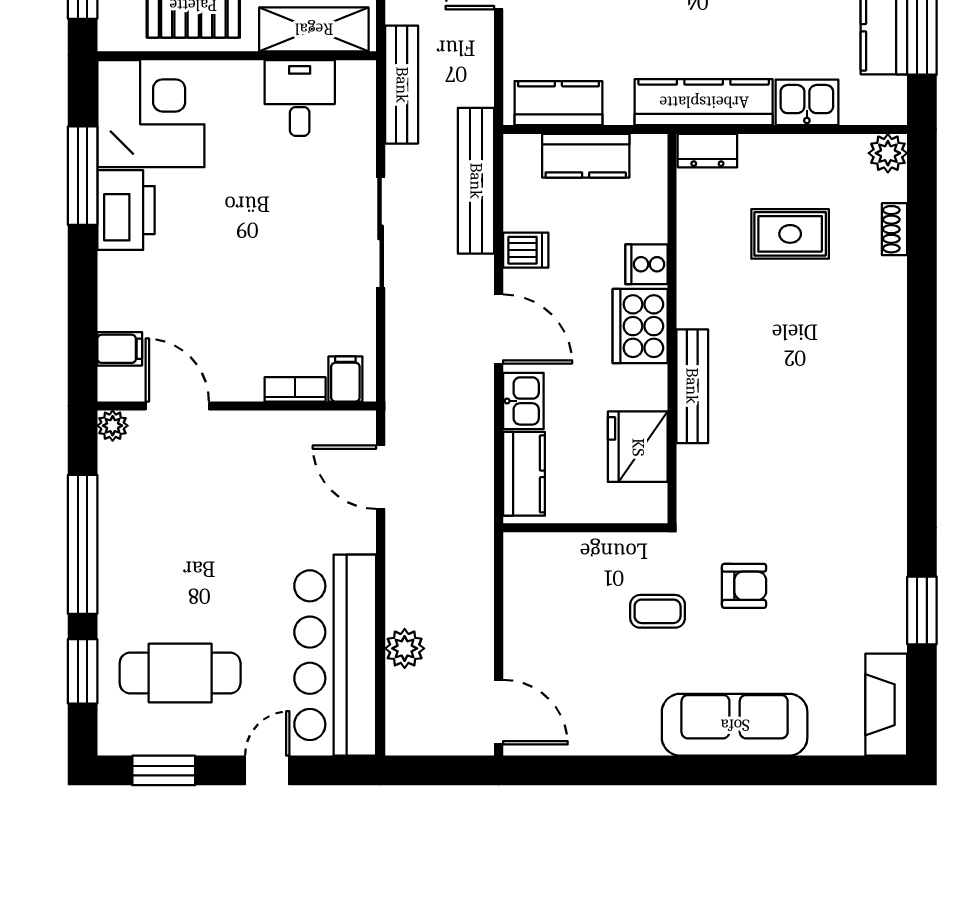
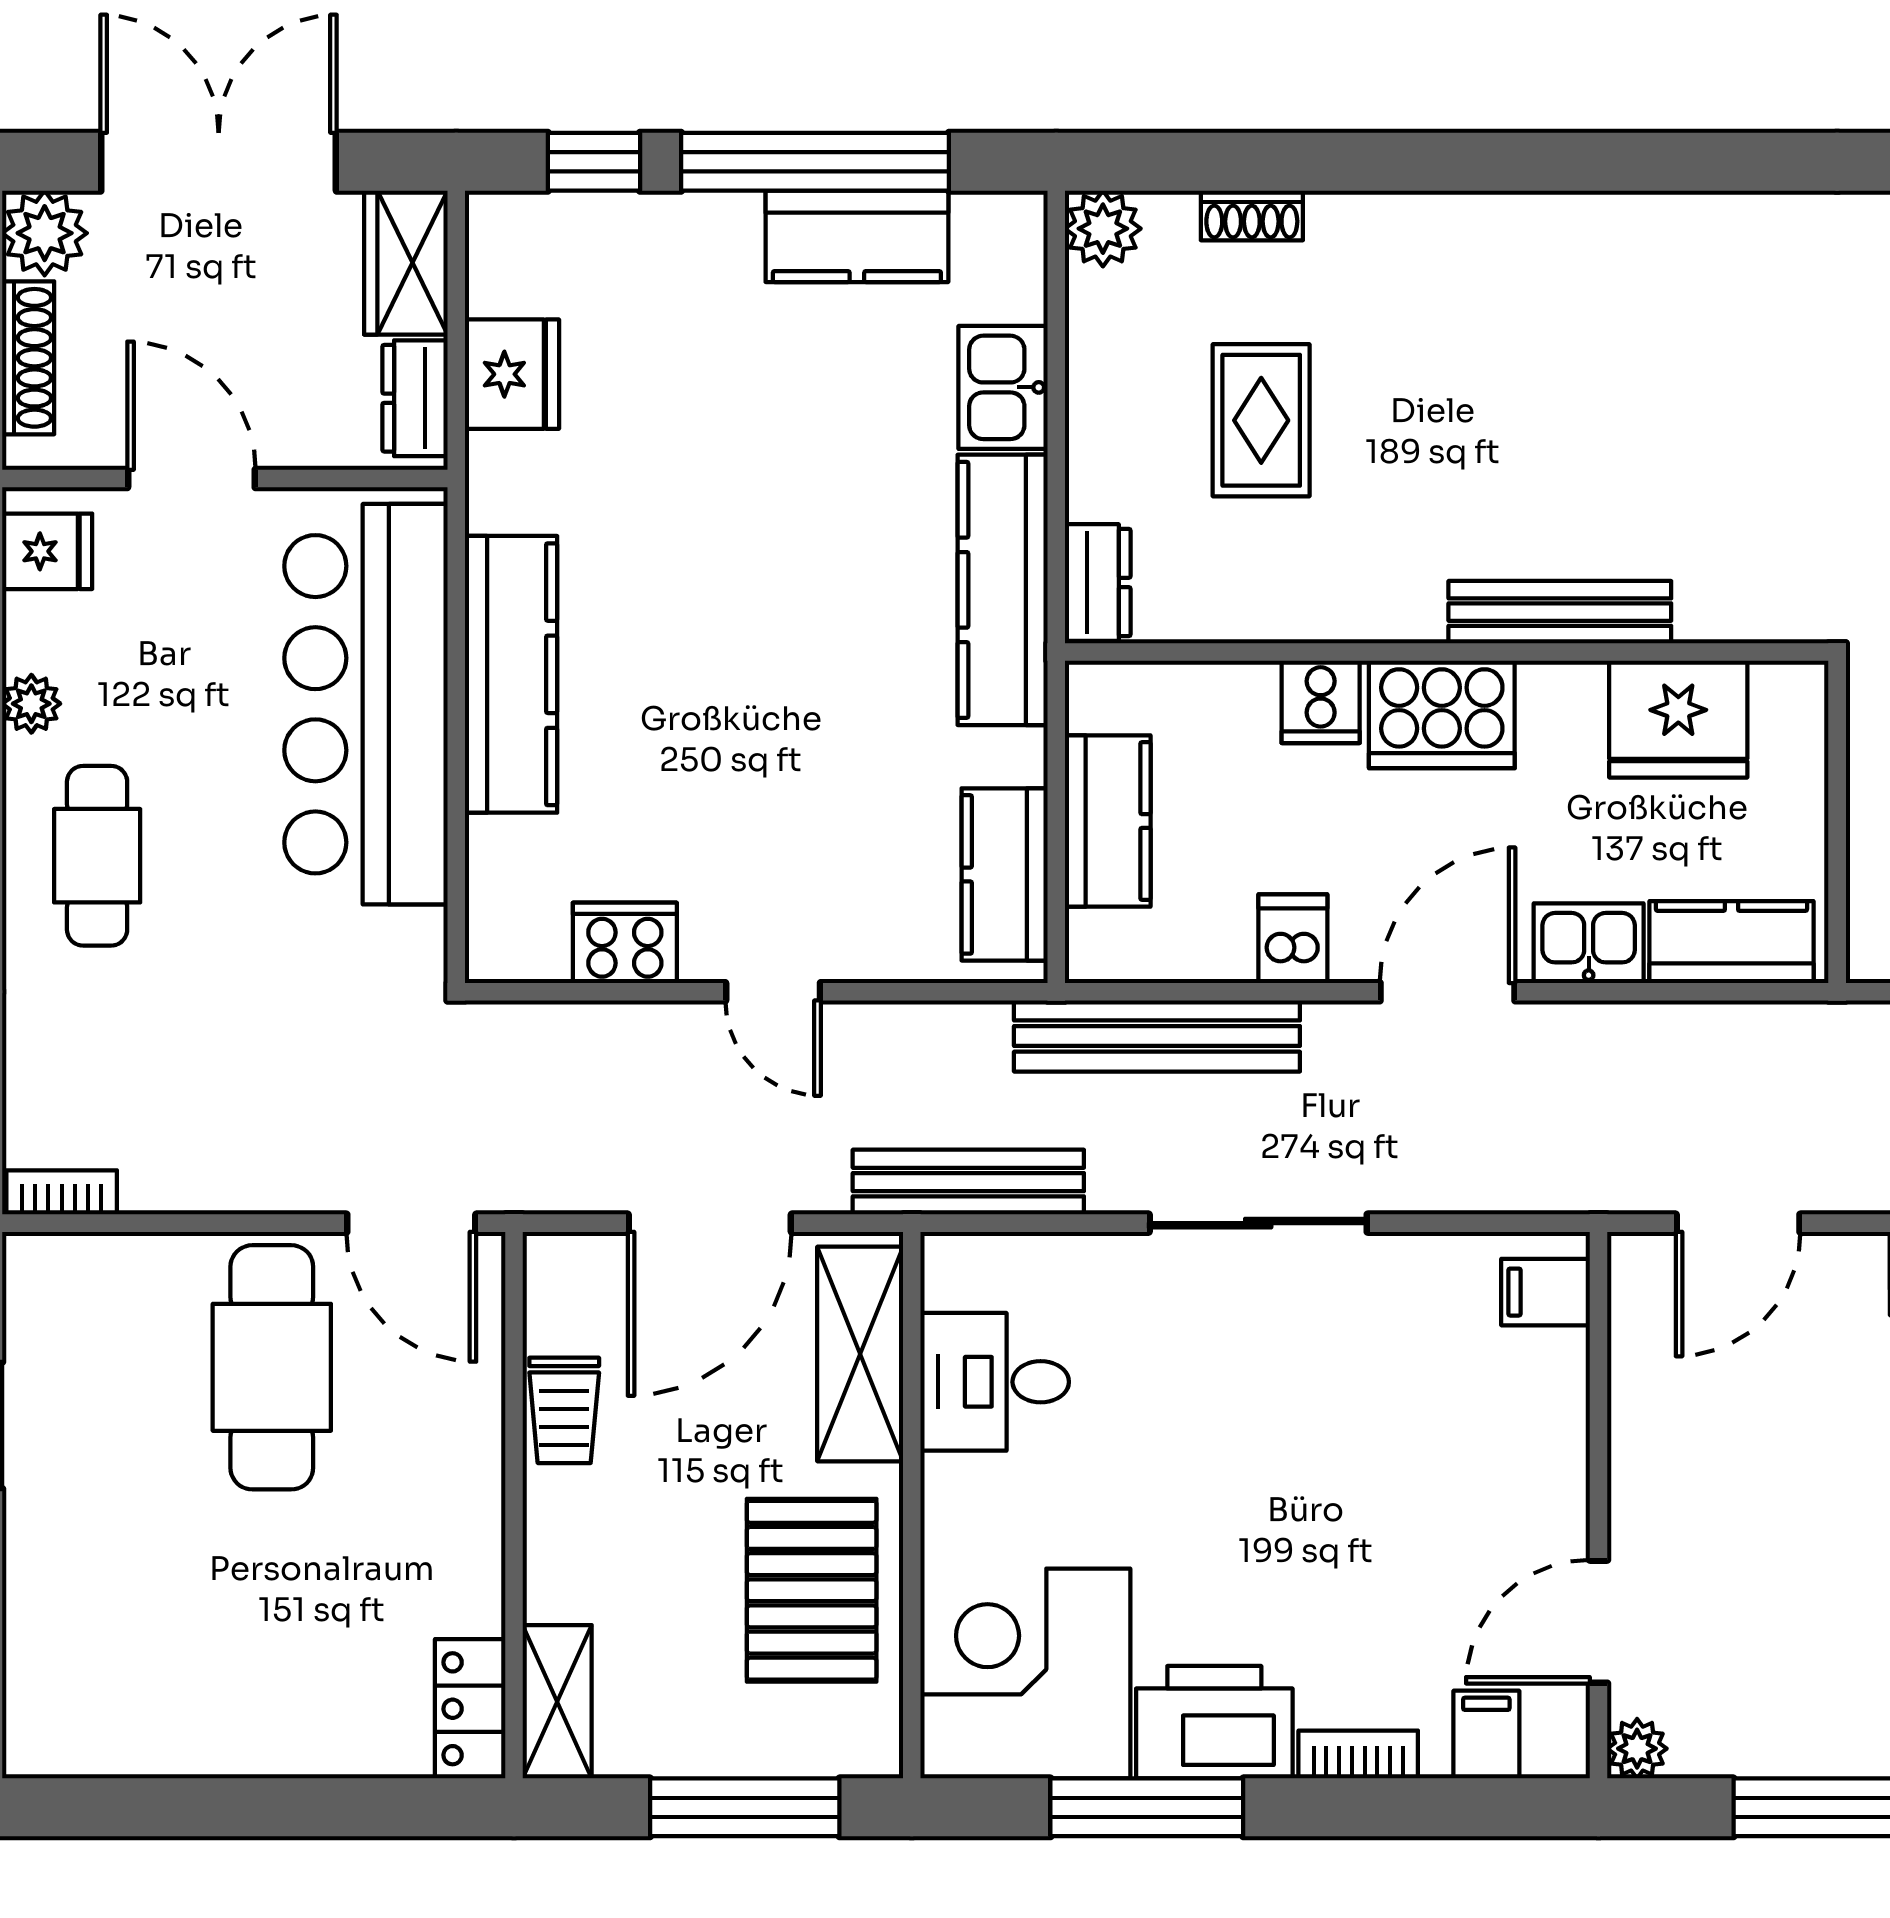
bookcase: (295, 389) -> (1358, 1754), moved, turned 90

